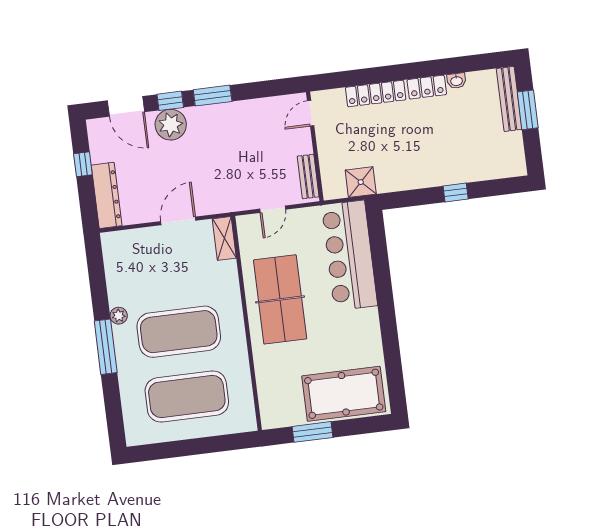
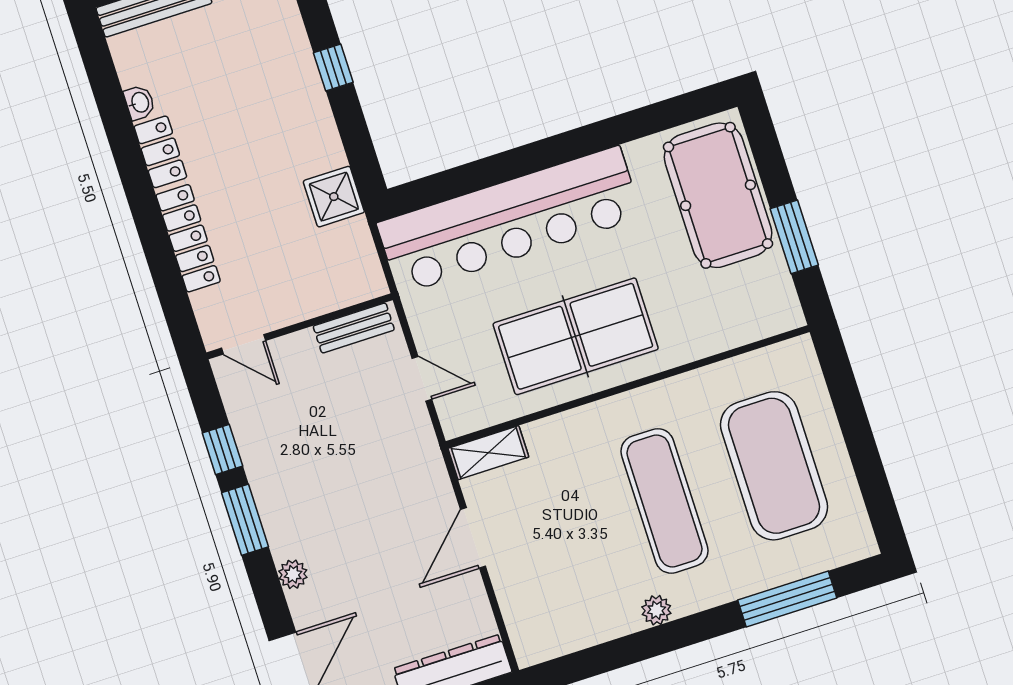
window: (170, 101) -> (222, 450), moved
plant: (171, 125) -> (293, 574), width x0.53, depth x0.53
shower: (361, 182) -> (334, 197), moved
door: (178, 221) -> (473, 538), hinge flipped
bar counter: (350, 255) -> (509, 220), width x1.36
exercise mat: (179, 332) -> (664, 501), width x0.68
window: (106, 347) -> (787, 599), moved

